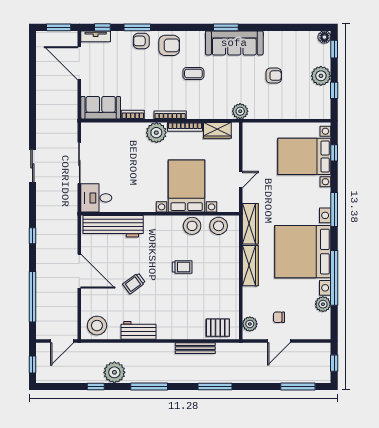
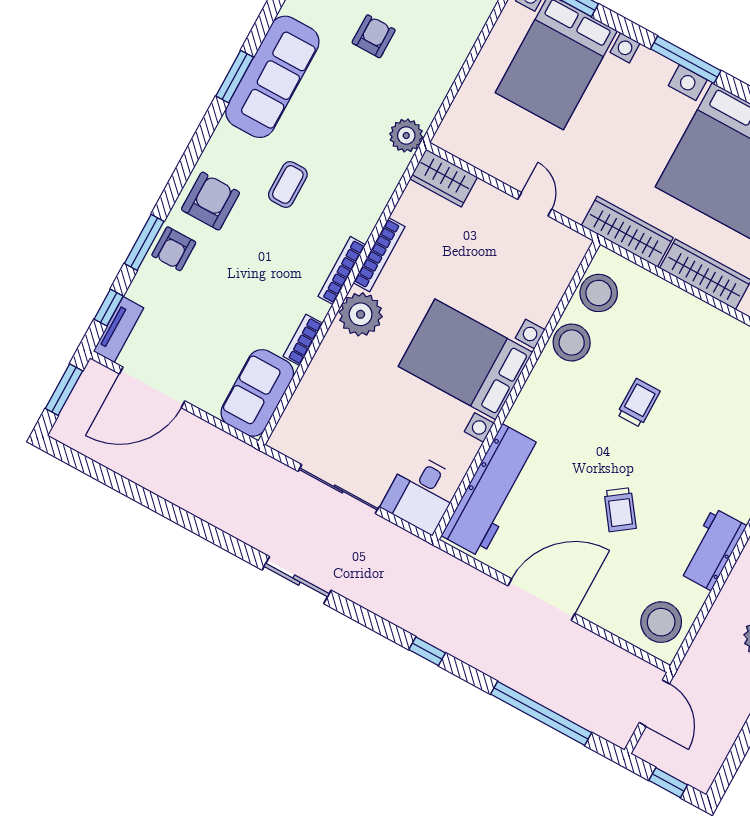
wardrobe: (217, 130) -> (444, 178), moved, turned 90
bed with nightstands: (187, 186) -> (465, 359), moved

